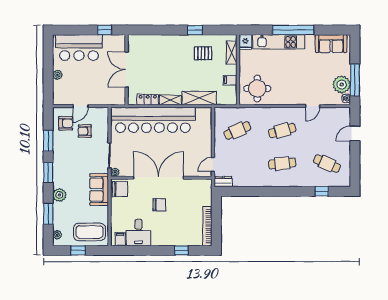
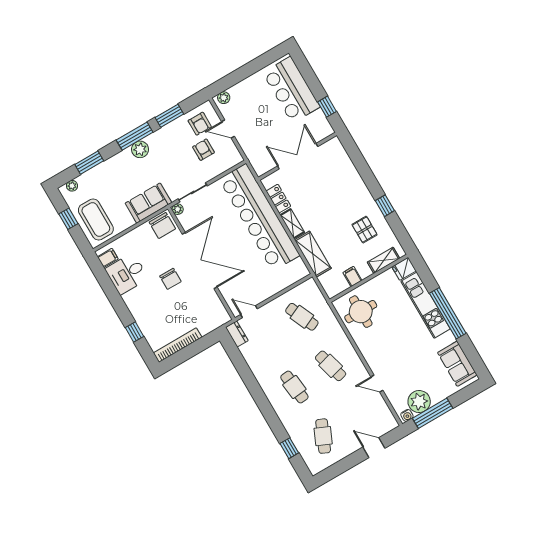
plant: (57, 75) -> (224, 98), moved
window: (48, 173) -> (135, 136), width x1.44
plant: (59, 195) -> (140, 149), moved

